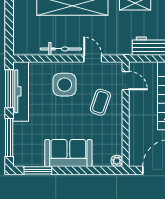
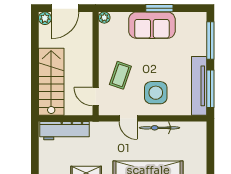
window: (38, 170) -> (159, 8), moved

